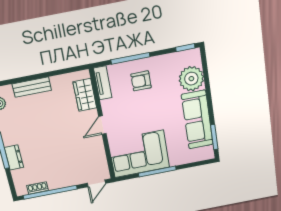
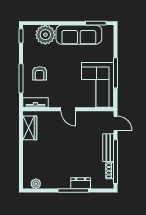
bench: (32, 87) -> (108, 148), moved
wardrobe: (85, 95) -> (30, 128), moved, turned -90

